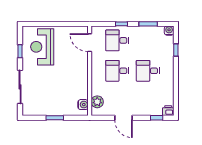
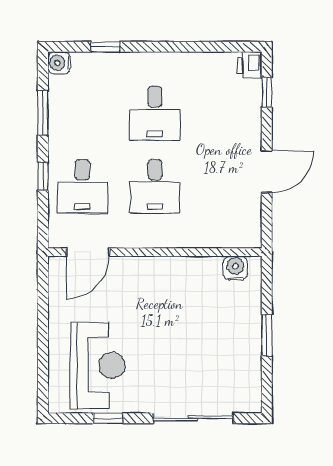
reception desk: (42, 47) -> (98, 365), turned -90
plant: (97, 102) -> (229, 234), removed

